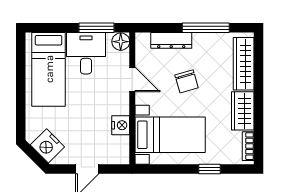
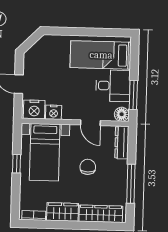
dresser: (171, 40) -> (122, 142), moved
door: (132, 80) -> (90, 123), hinge flipped
chair: (187, 81) -> (88, 167), turned 106
nightstand: (47, 146) -> (34, 109), moved, turned -135
window: (209, 169) -> (17, 164), moved

